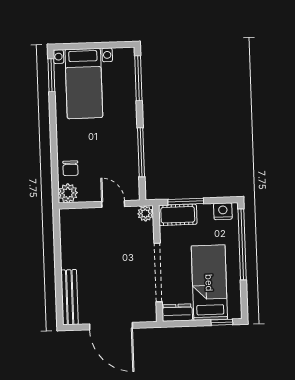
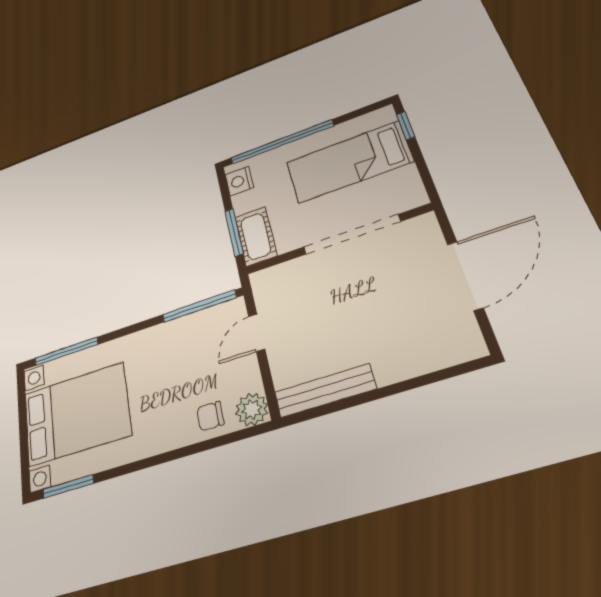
bed with nightstands: (84, 84) -> (76, 414), width x1.36
window: (141, 152) -> (199, 306), moved
chair: (70, 168) -> (210, 416), turned 180
plant: (145, 213) -> (263, 281), removed
bench: (70, 297) -> (325, 391), moved
dresser: (177, 313) -> (409, 188), removed

